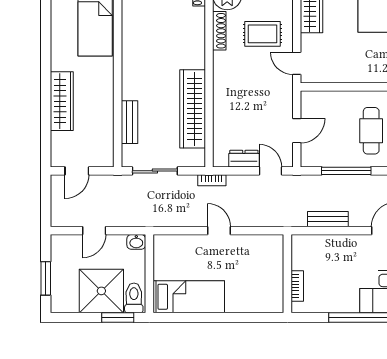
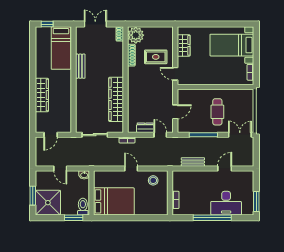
bench: (129, 122) -> (80, 66), moved
door: (94, 231) -> (60, 169), hinge flipped
stool: (258, 252) -> (153, 180), added
shower: (101, 291) -> (48, 203), moved
bed: (189, 297) -> (114, 201), width x1.50

